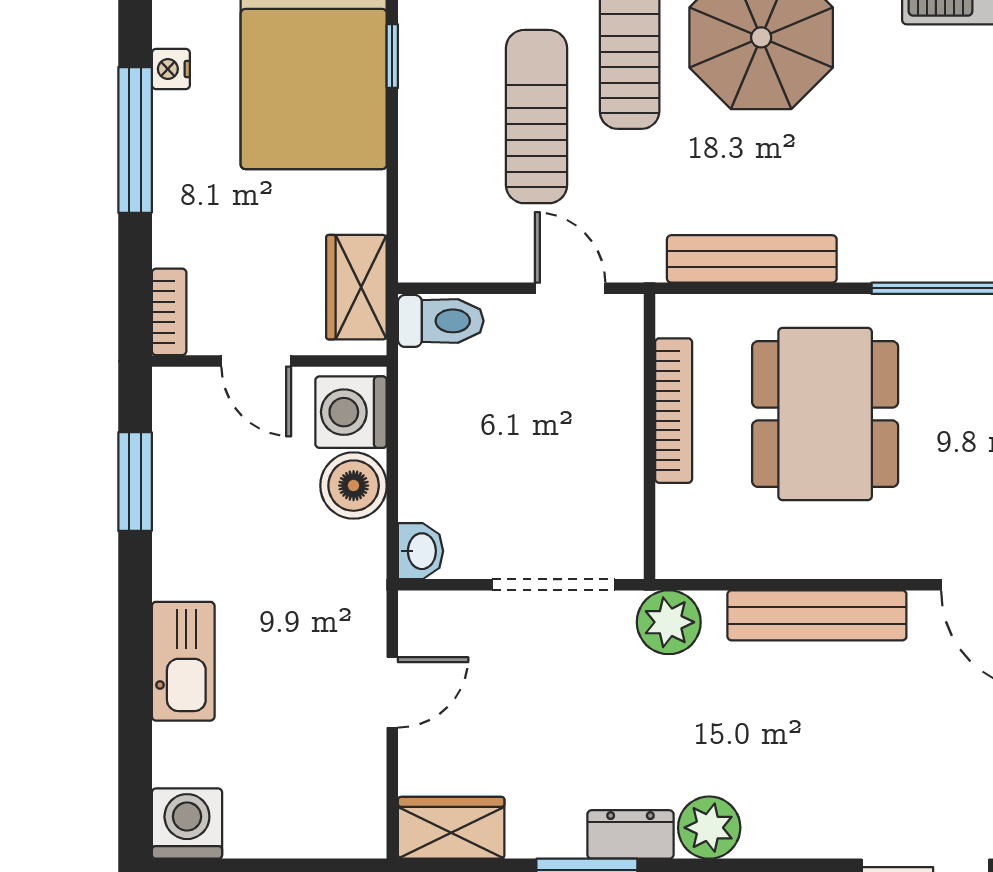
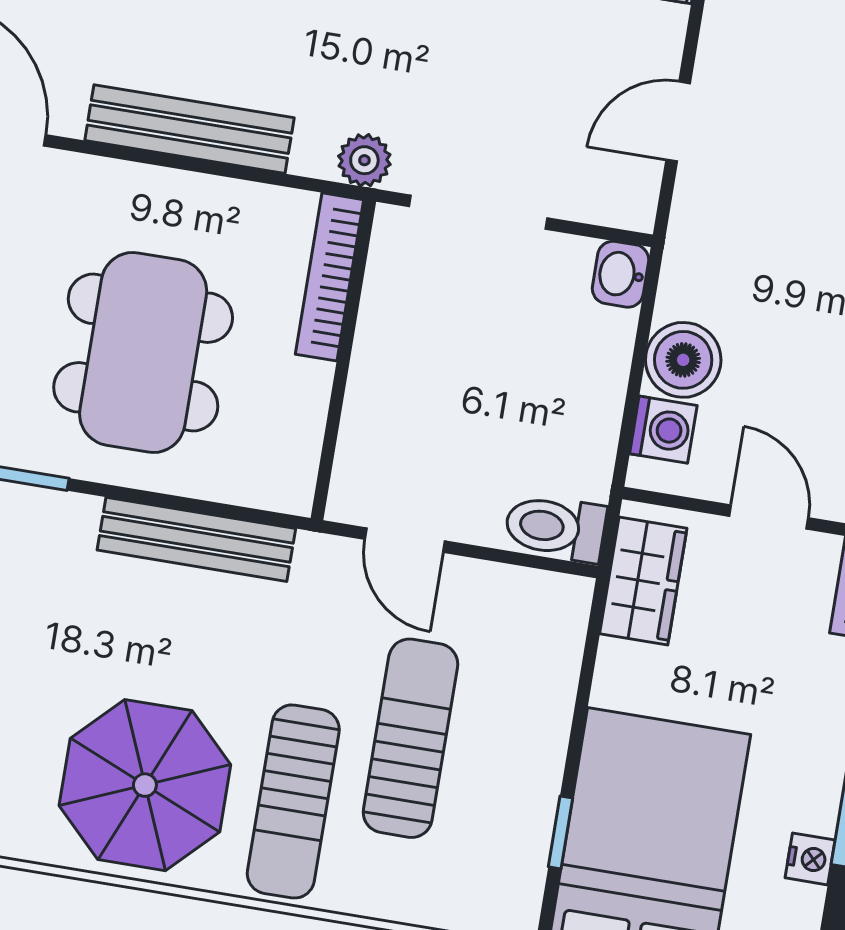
sun lounger: (537, 117) -> (410, 738), turned 180
bookcase: (674, 411) -> (329, 277), moved
washing machine: (351, 412) -> (663, 430), width x0.73, depth x0.73
plant: (669, 622) -> (364, 160), width x0.73, depth x0.73

